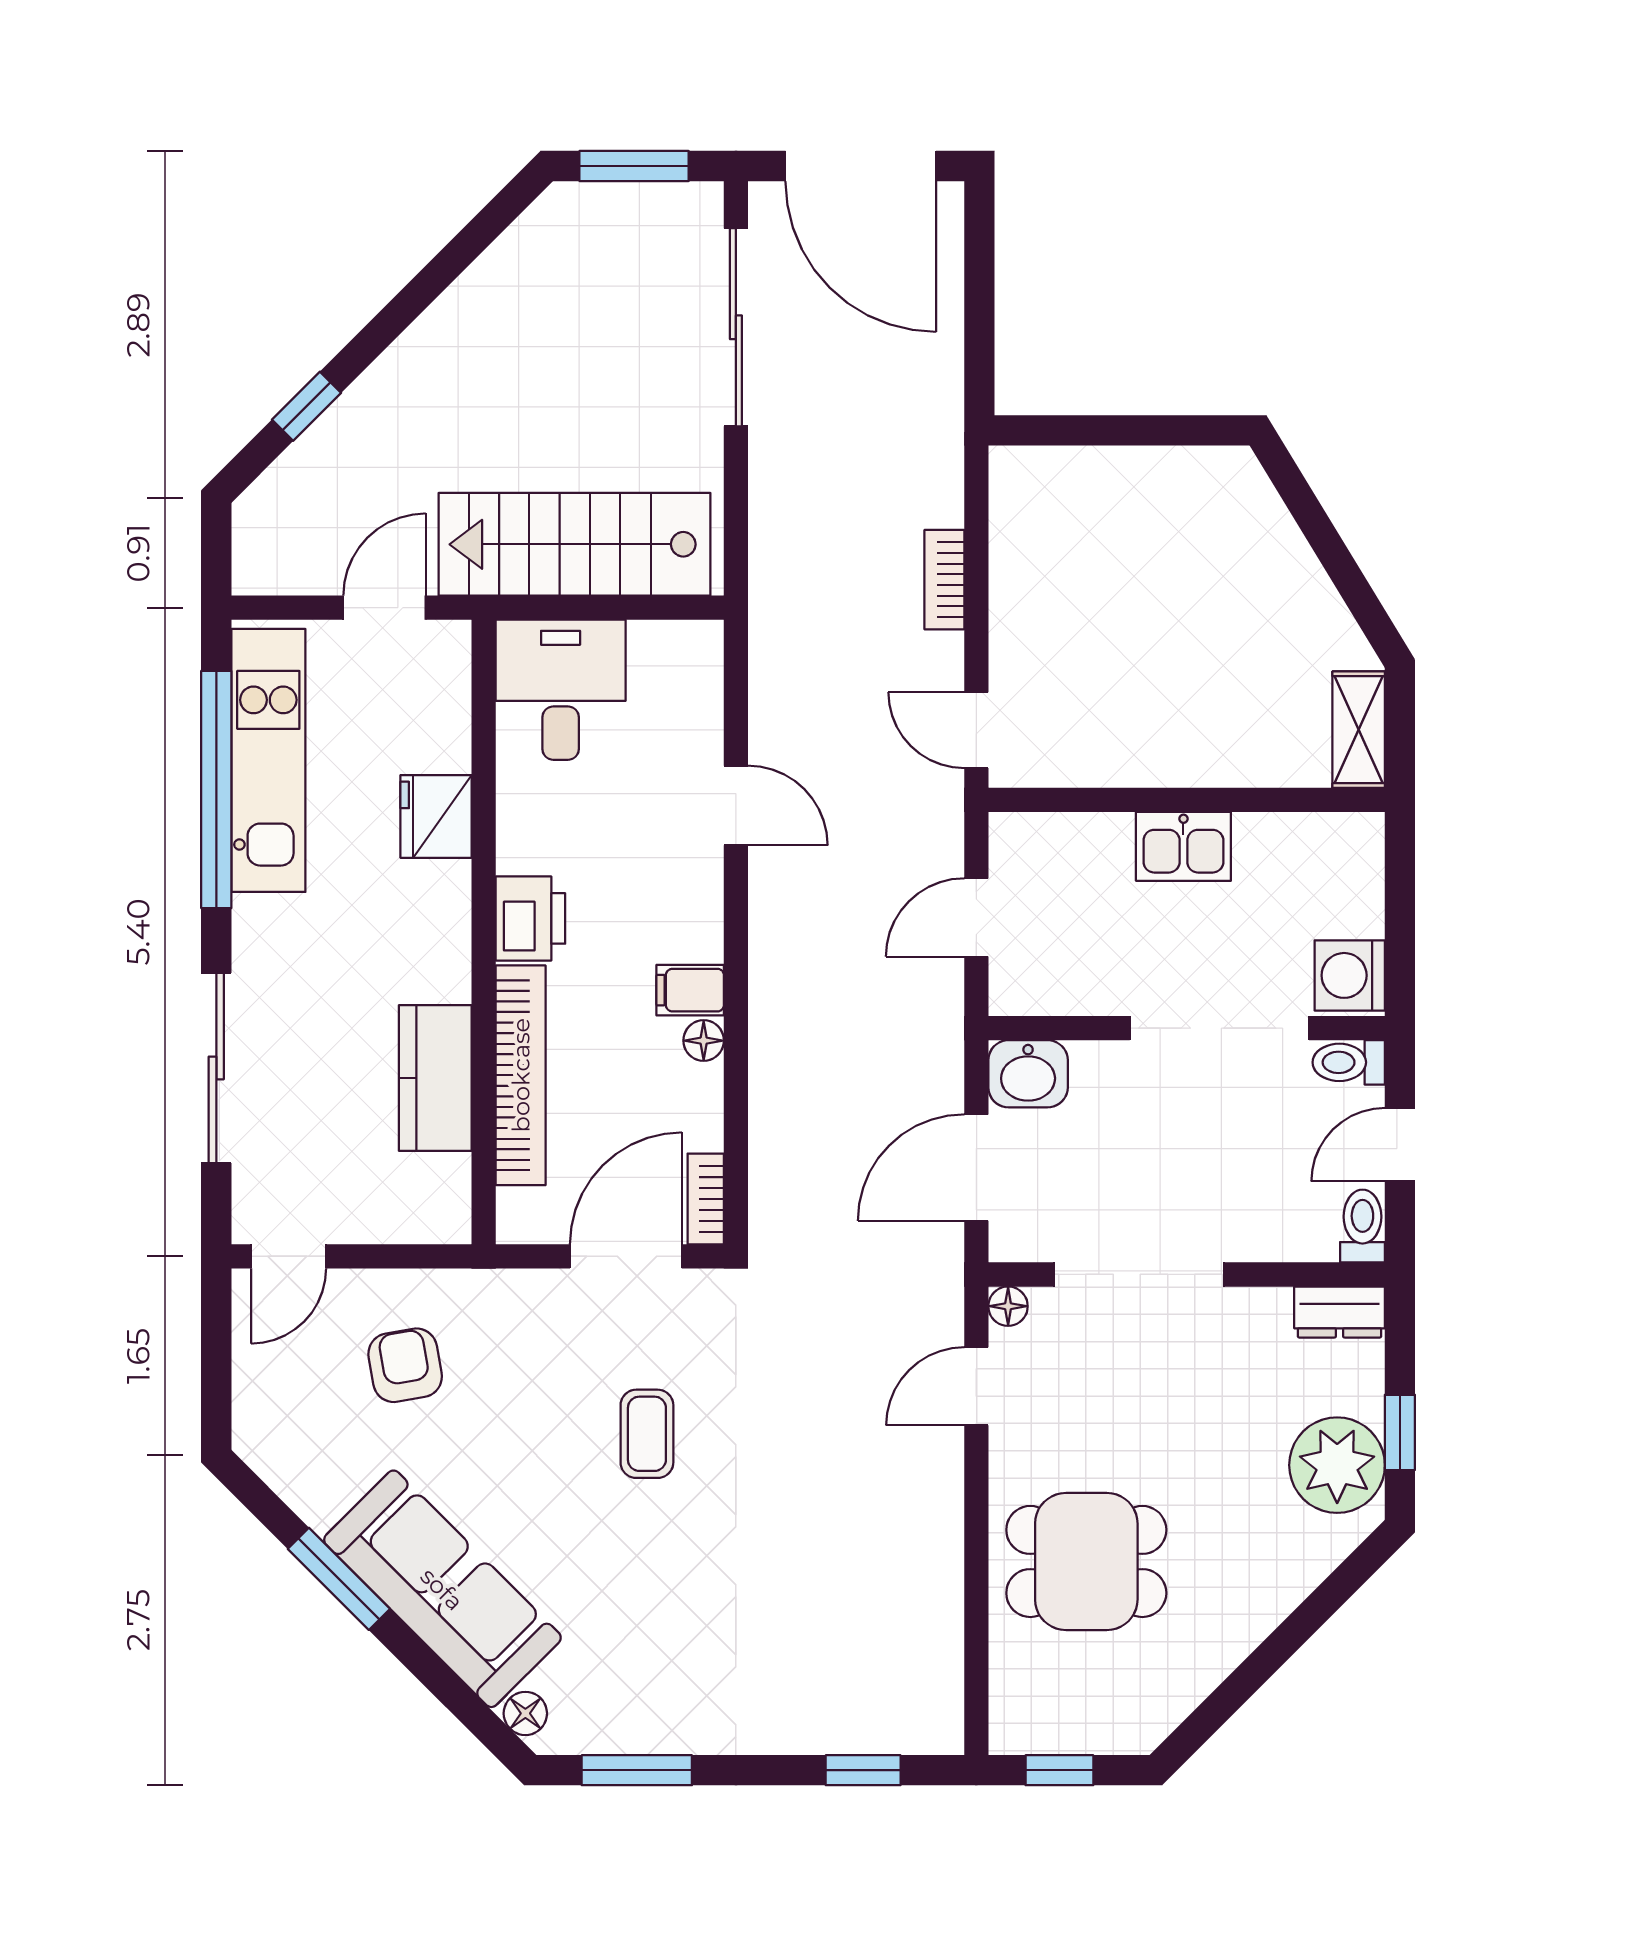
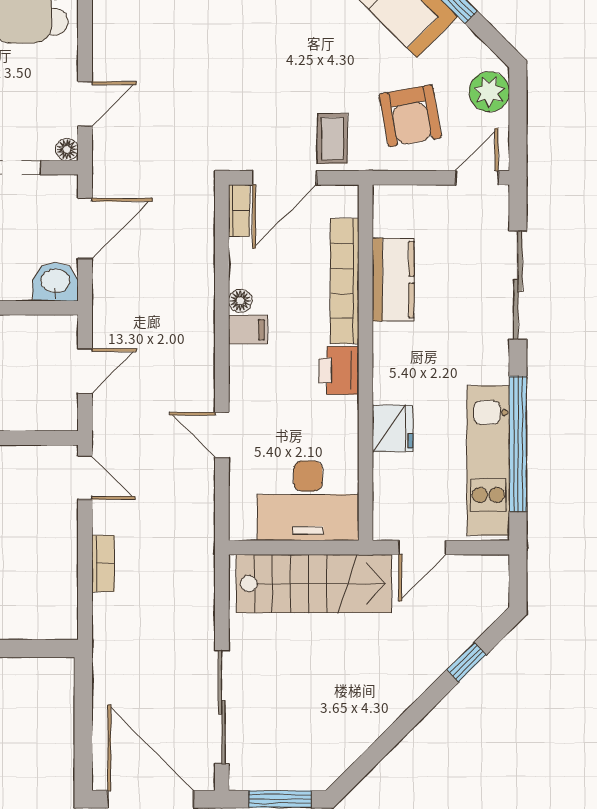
desk: (561, 690) -> (308, 501), width x1.37
armchair: (405, 1365) -> (410, 116), width x1.38, depth x1.38
plant: (267, 1408) -> (489, 92), added
coffee table: (647, 1434) -> (332, 139), moved

